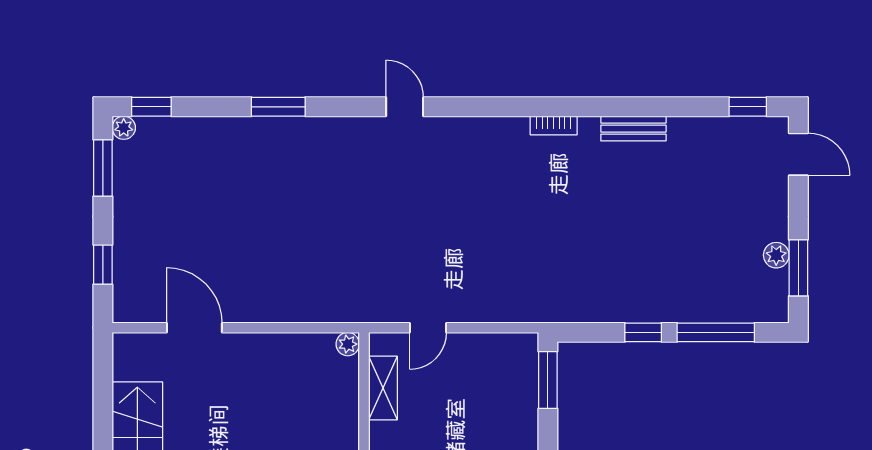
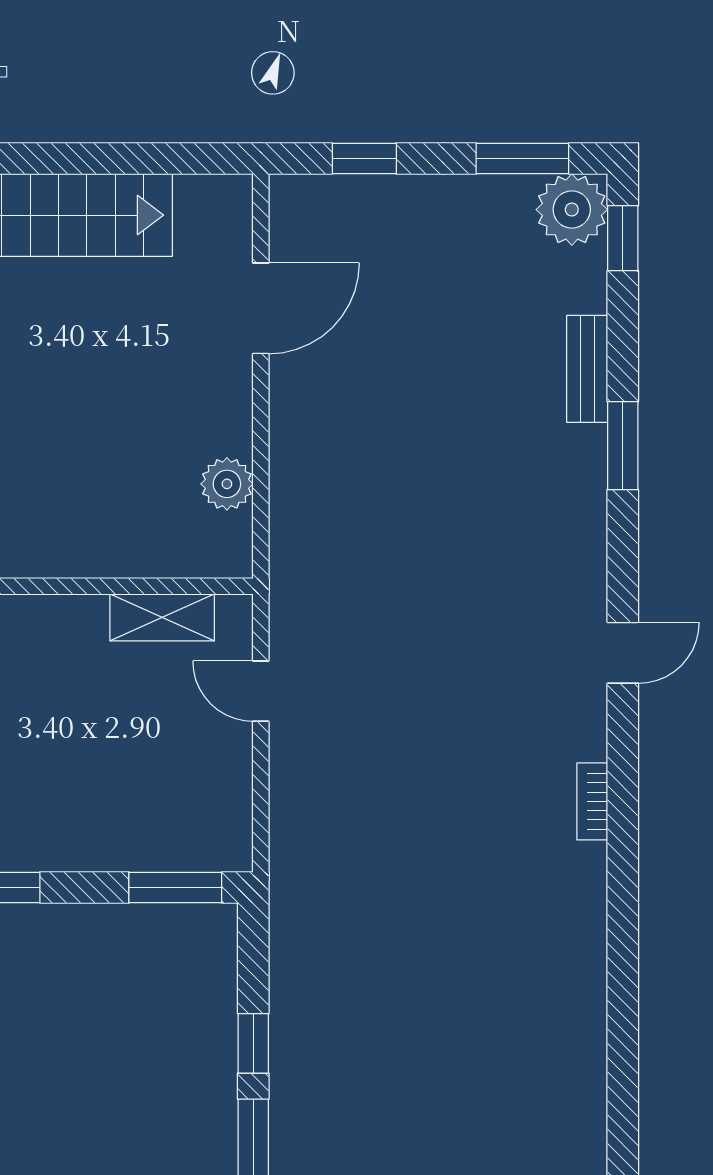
bookcase: (554, 125) -> (592, 801), moved
plant: (124, 128) -> (572, 210), width x1.87, depth x1.87
bench: (633, 129) -> (587, 369), moved
plant: (348, 344) -> (227, 484), moved, width x1.38, depth x1.38

